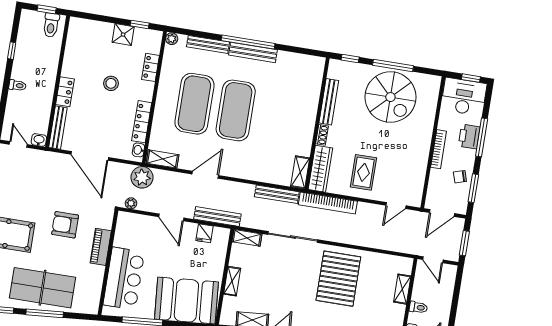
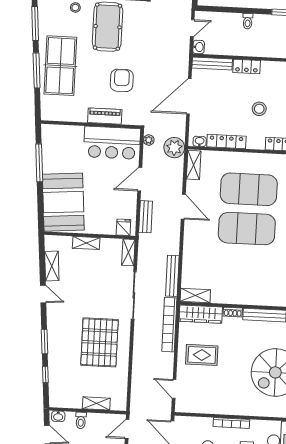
bench: (217, 216) -> (146, 217), width x0.73
fridge: (205, 233) -> (123, 227), moved, turned 90
bar counter: (124, 278) -> (112, 143), moved
pallet: (338, 279) -> (99, 342), turned 90

